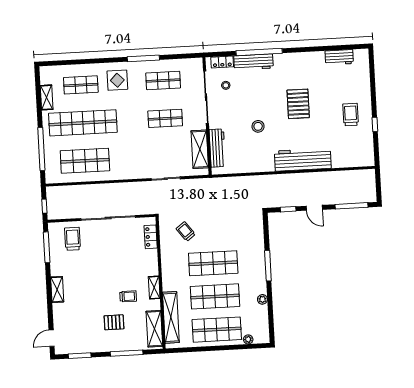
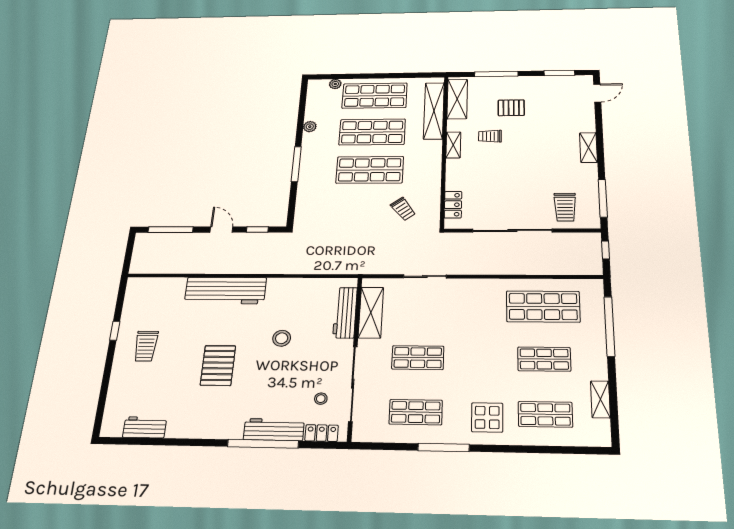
shop shelf: (83, 123) -> (544, 359), width x0.50, depth x0.74

